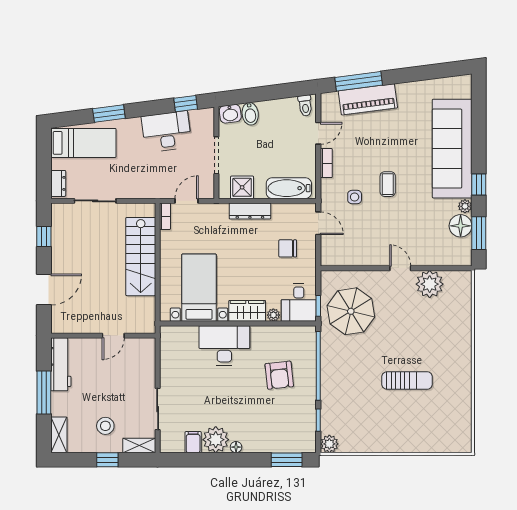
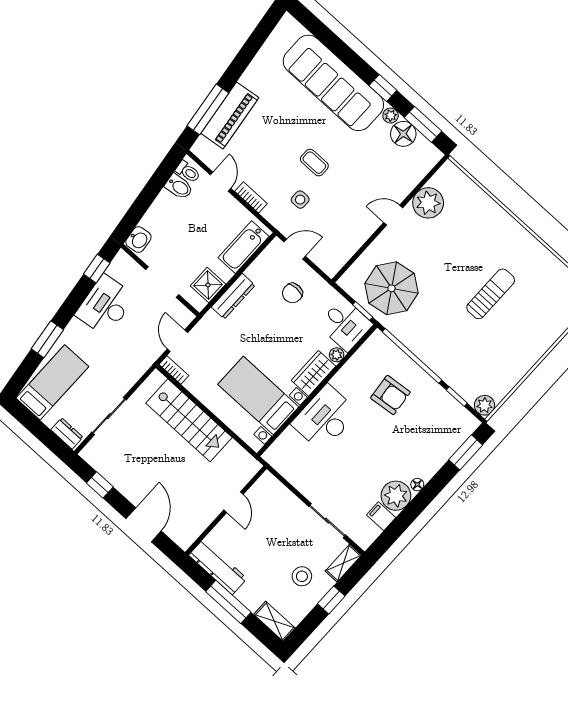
bidet: (250, 114) -> (179, 187), moved

